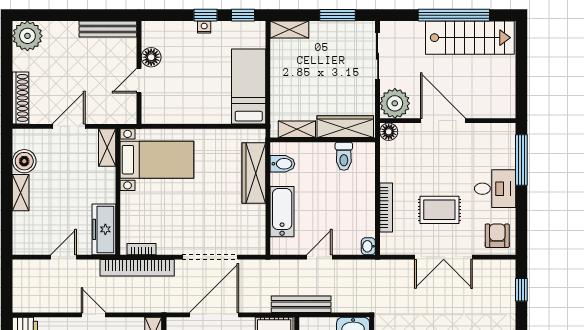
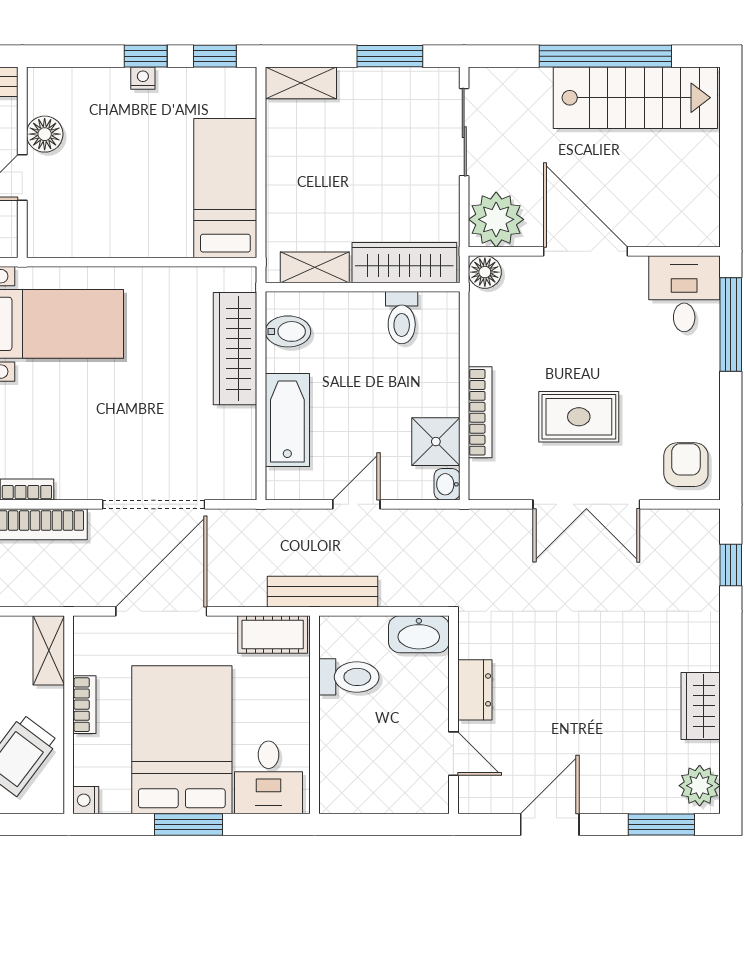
desk: (495, 189) -> (684, 294), moved, turned -90
shower: (362, 223) -> (436, 442), added

